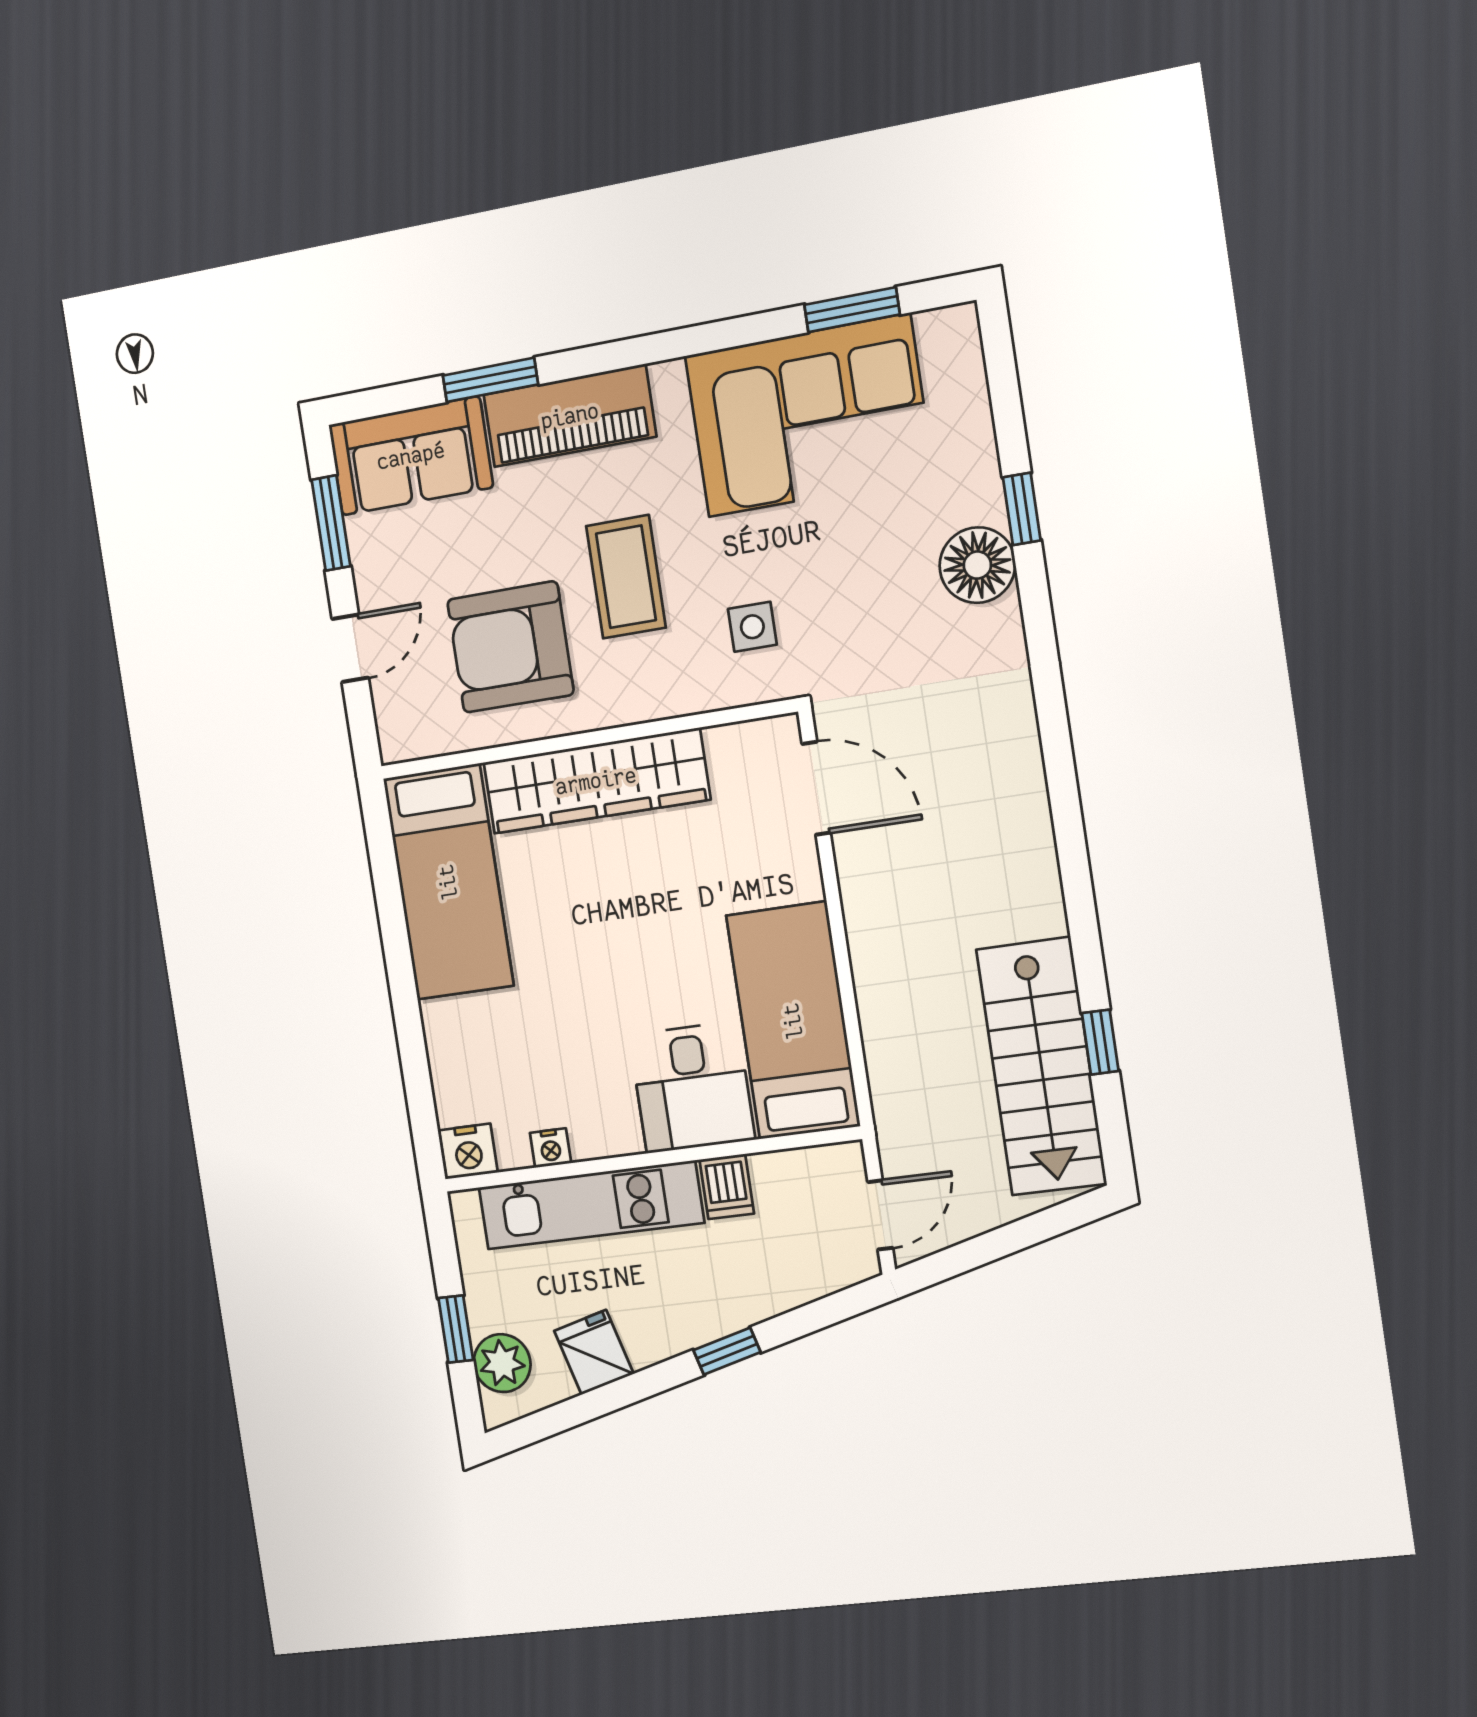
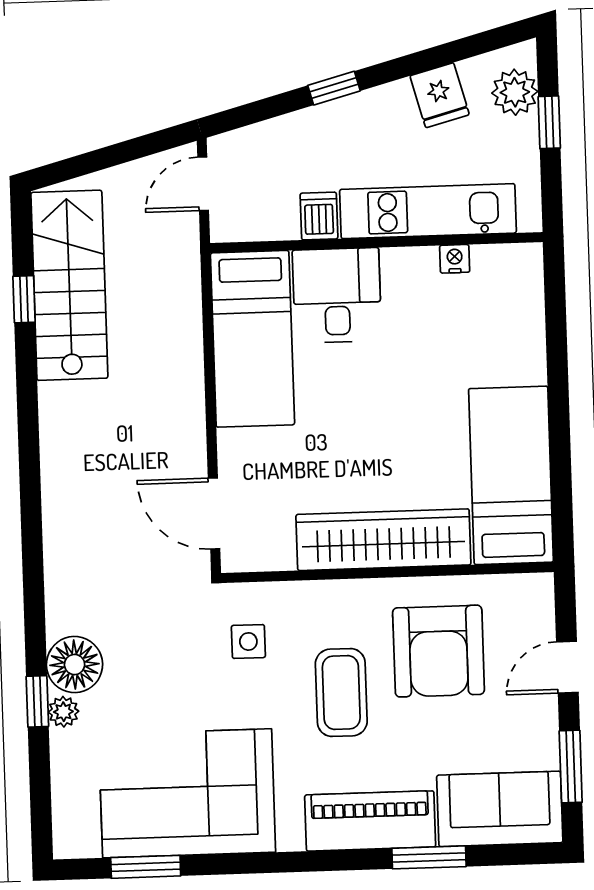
plant: (985, 500) -> (63, 712), added
armchair: (510, 647) -> (439, 651), turned 90
nightstand: (468, 1151) -> (521, 262), removed

